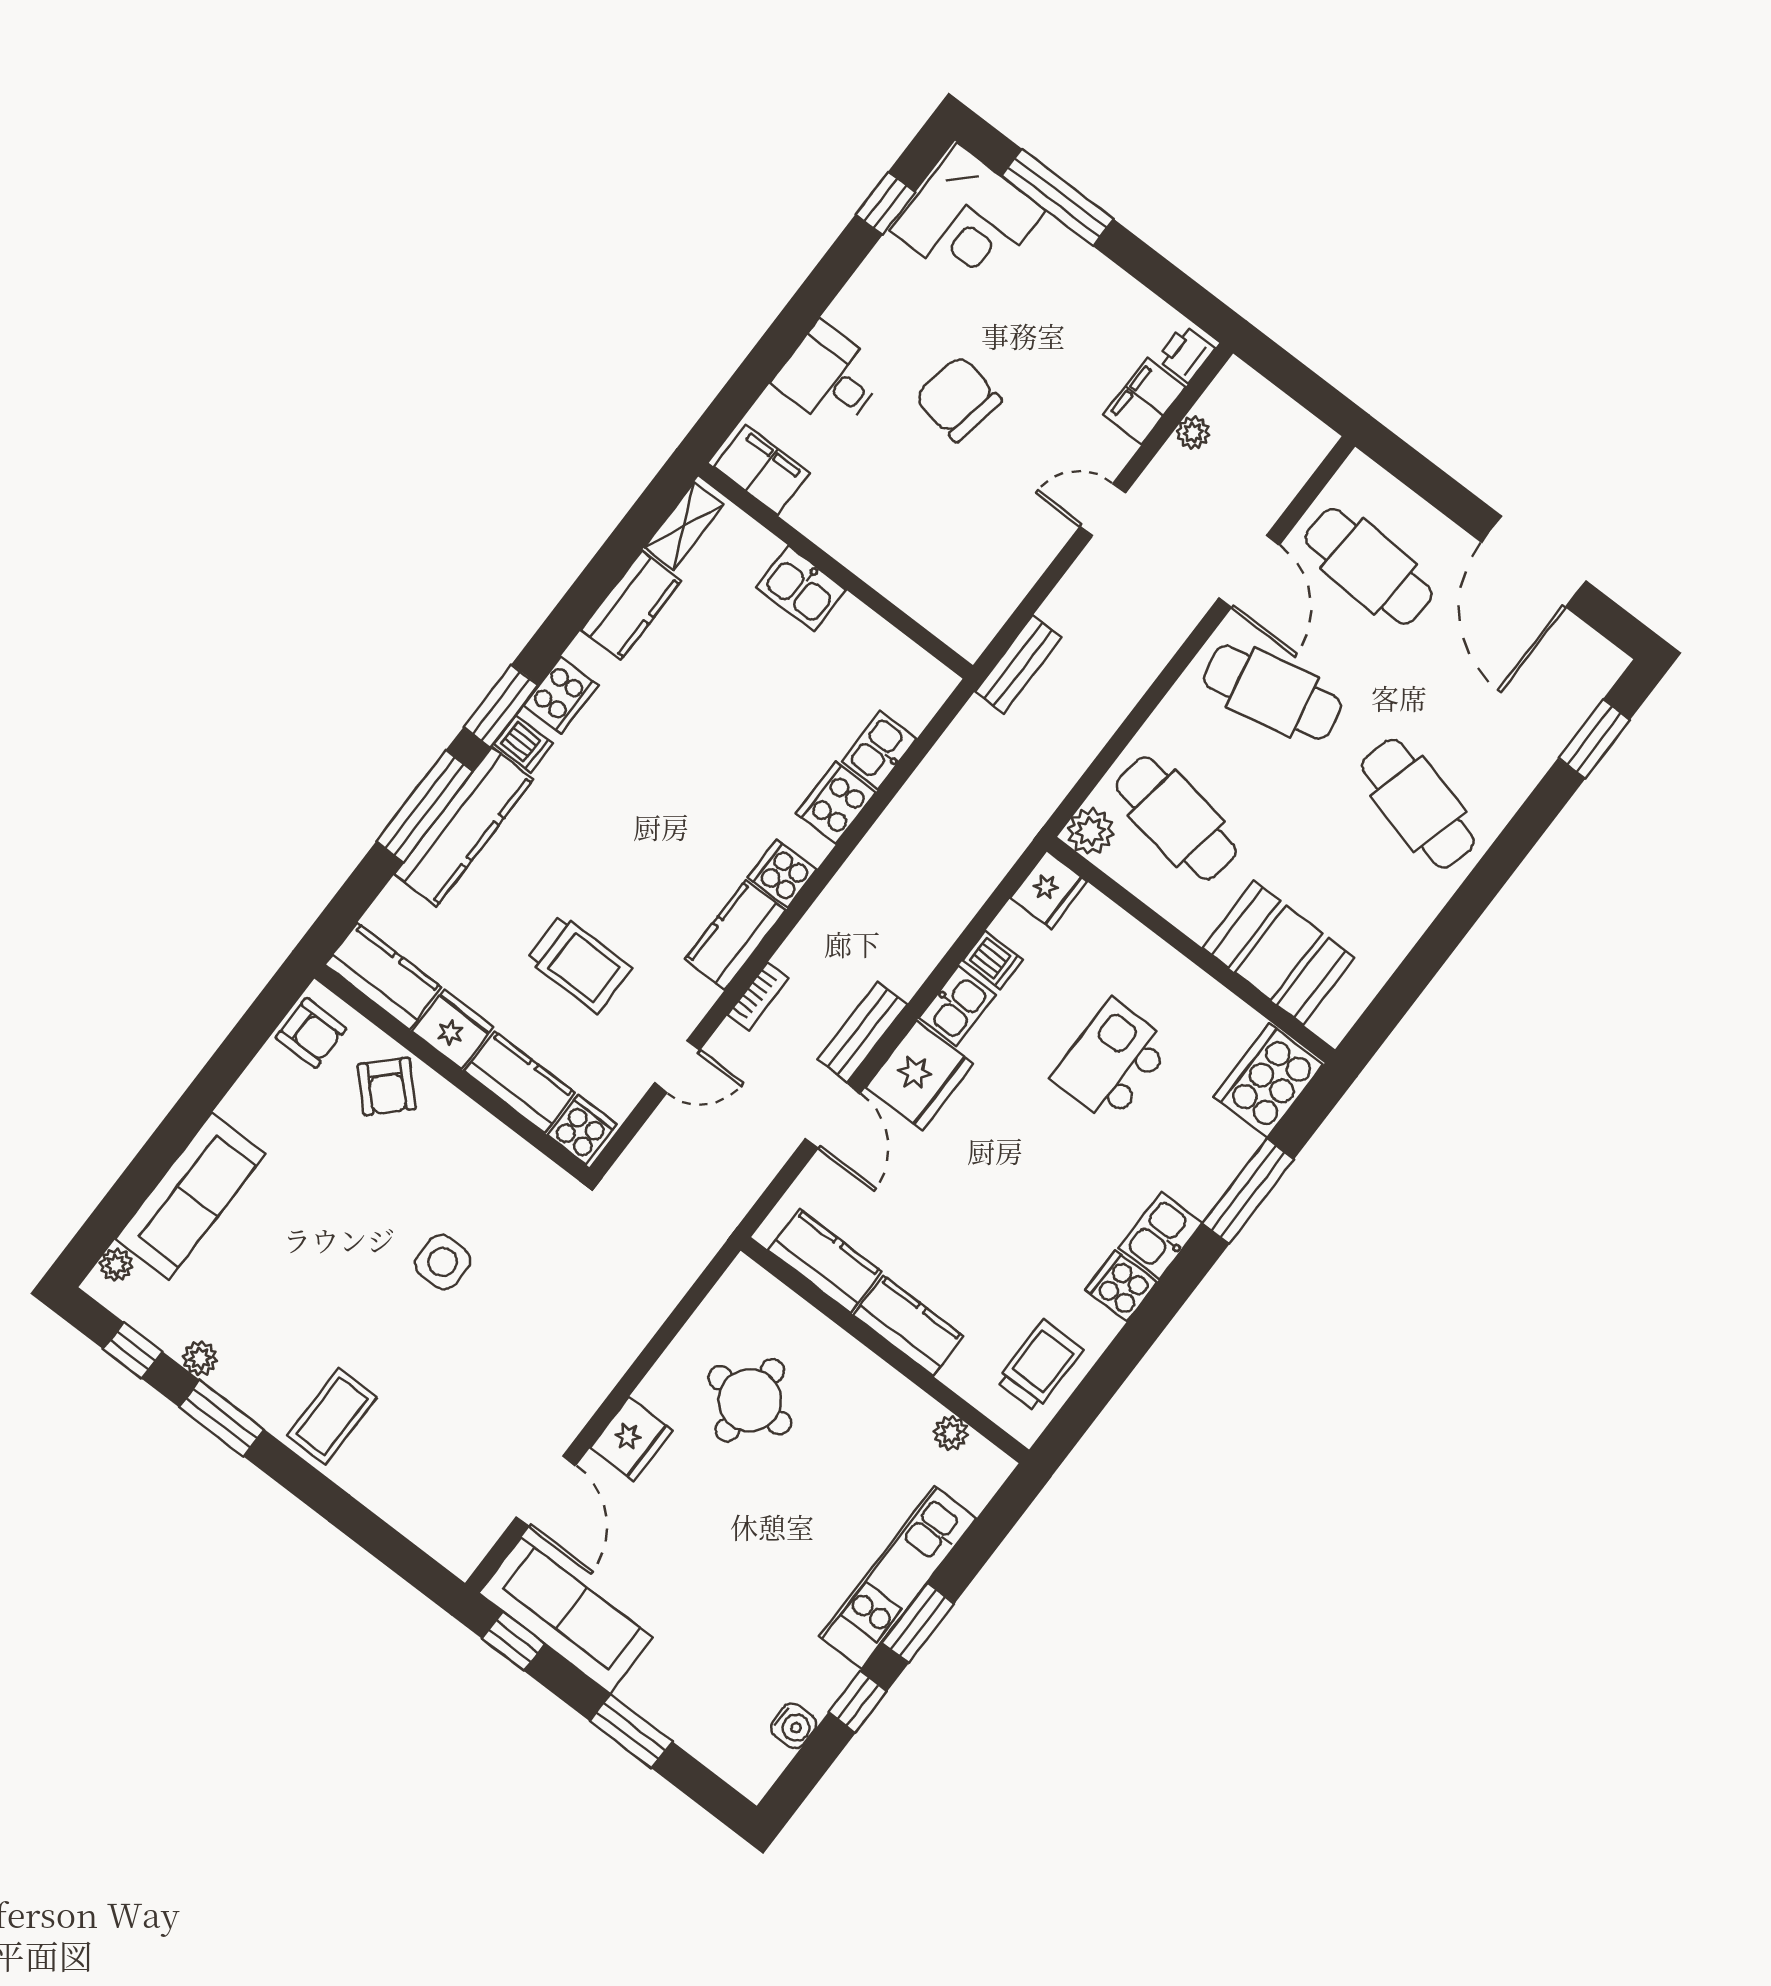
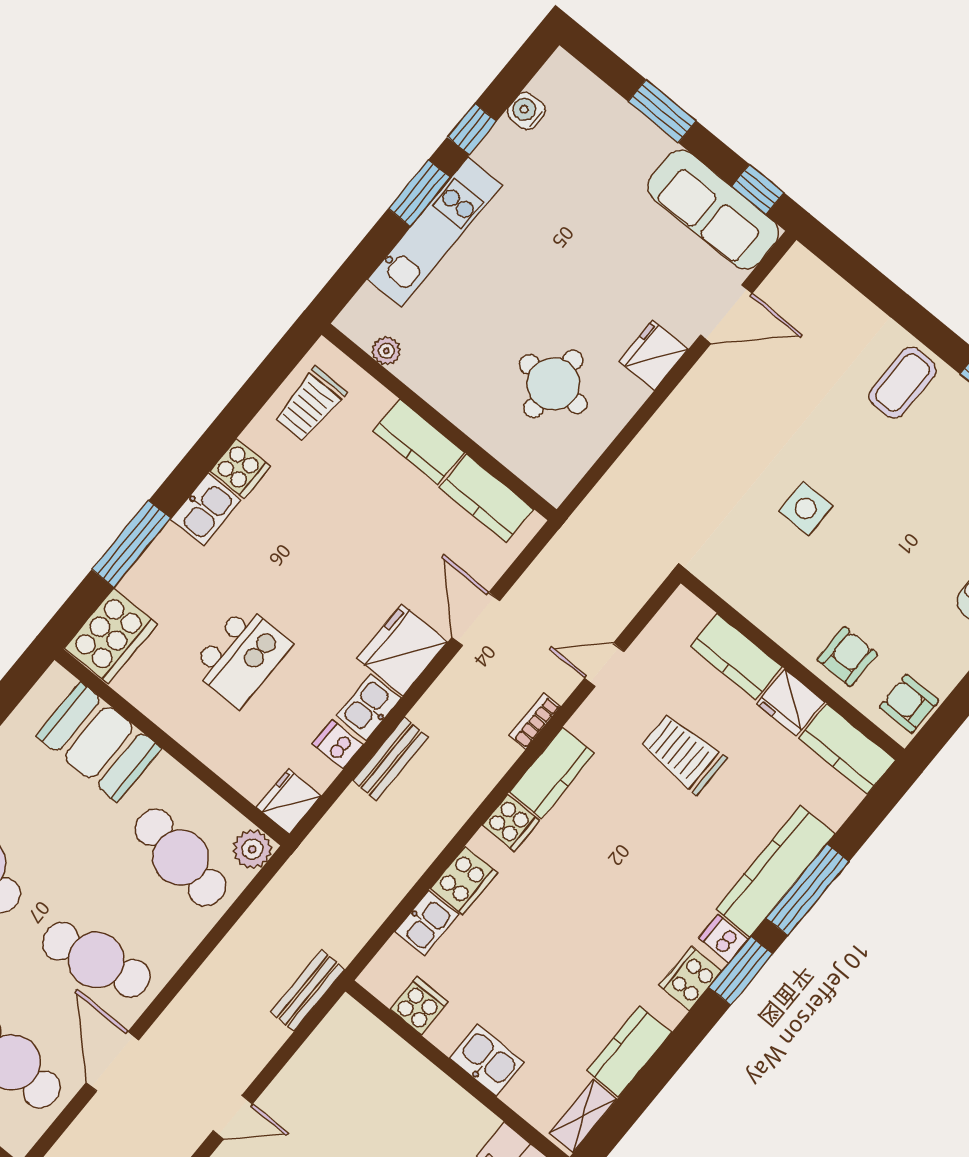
bench: (863, 1032) -> (390, 759), moved
armchair: (387, 1087) -> (847, 657), turned 45
cooker: (582, 1130) -> (419, 1006), moved, turned 180
door: (546, 1491) -> (726, 314), swing flipped

